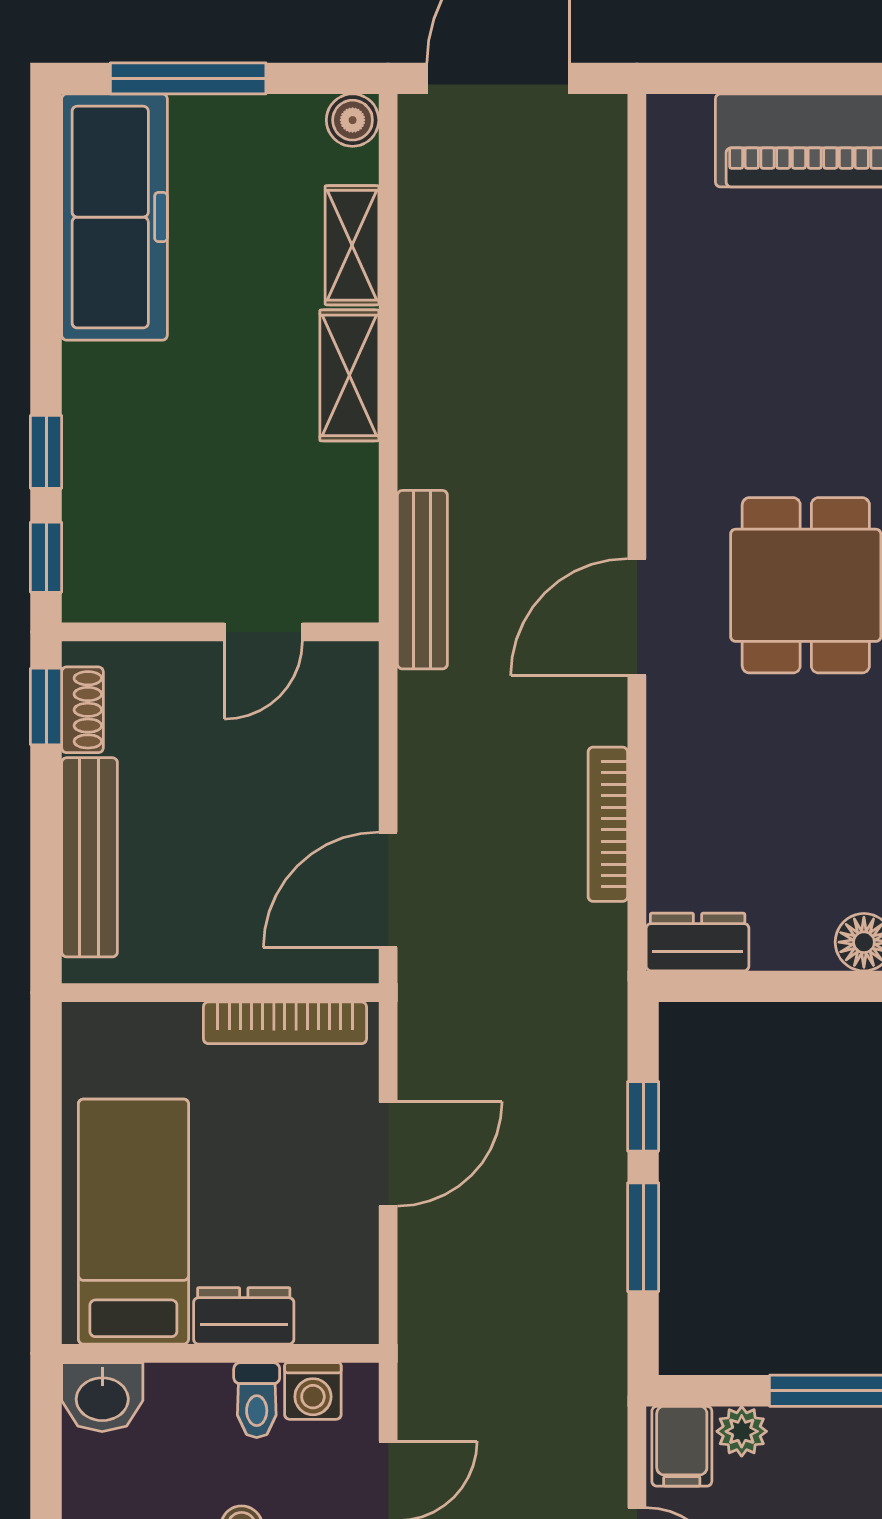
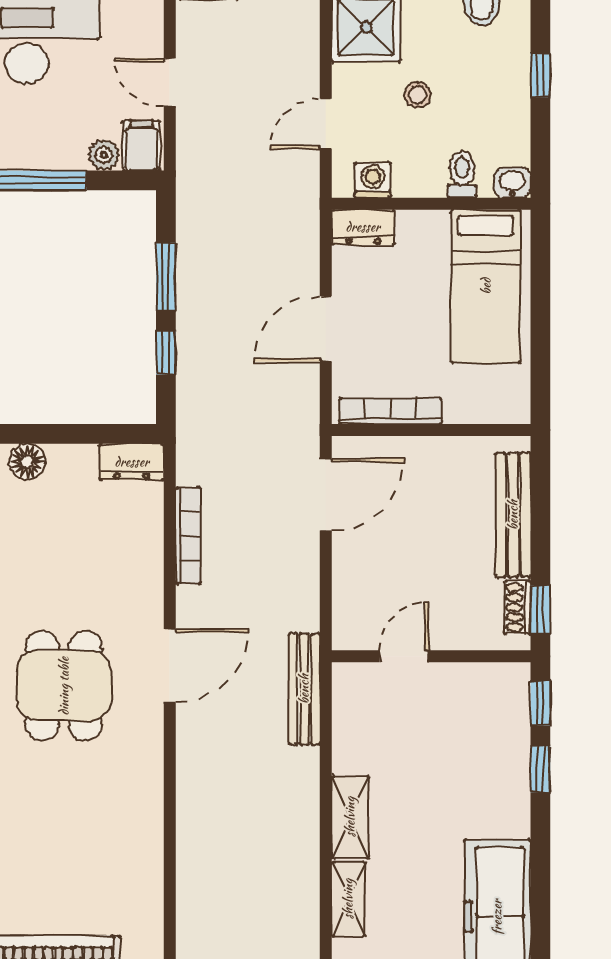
dresser: (244, 1316) -> (363, 227), moved
washbasin: (102, 1397) -> (512, 183), width x0.72, depth x0.69
toilet: (257, 1400) -> (462, 174), moved

